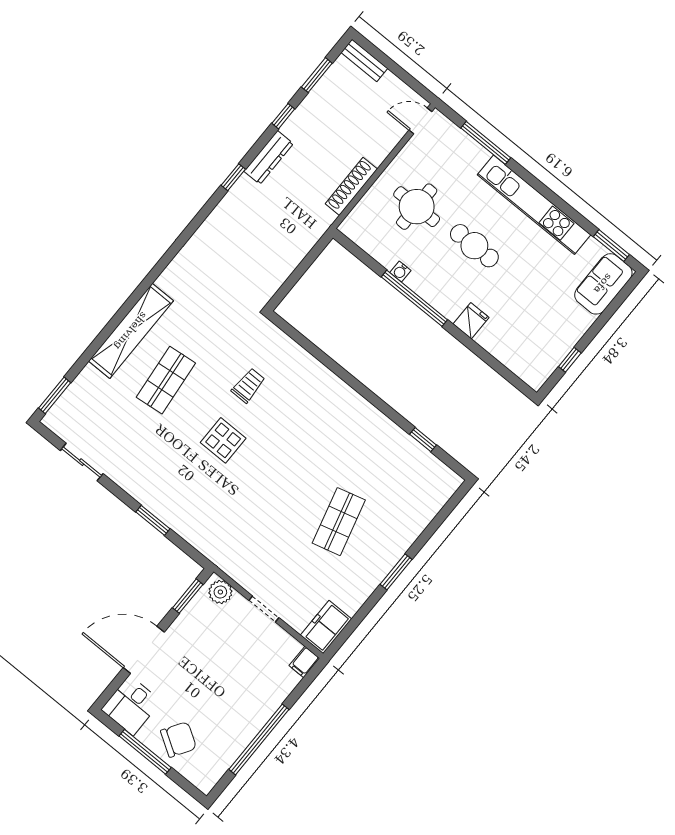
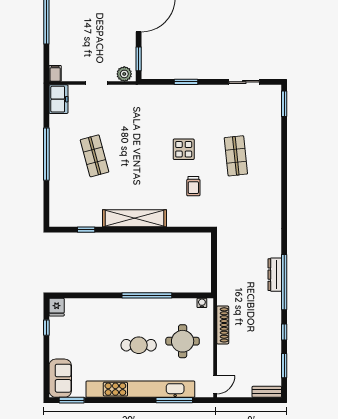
dresser: (269, 157) -> (275, 275), moved
window: (233, 177) -> (284, 282), width x3.17
kitchen unit: (534, 205) -> (140, 389), width x1.36
water cooler: (400, 271) -> (202, 303), moved
fridge: (471, 321) -> (57, 307), moved
shelving: (131, 331) -> (134, 218), moved, turned 90
window: (396, 572) -> (46, 154), width x2.11

